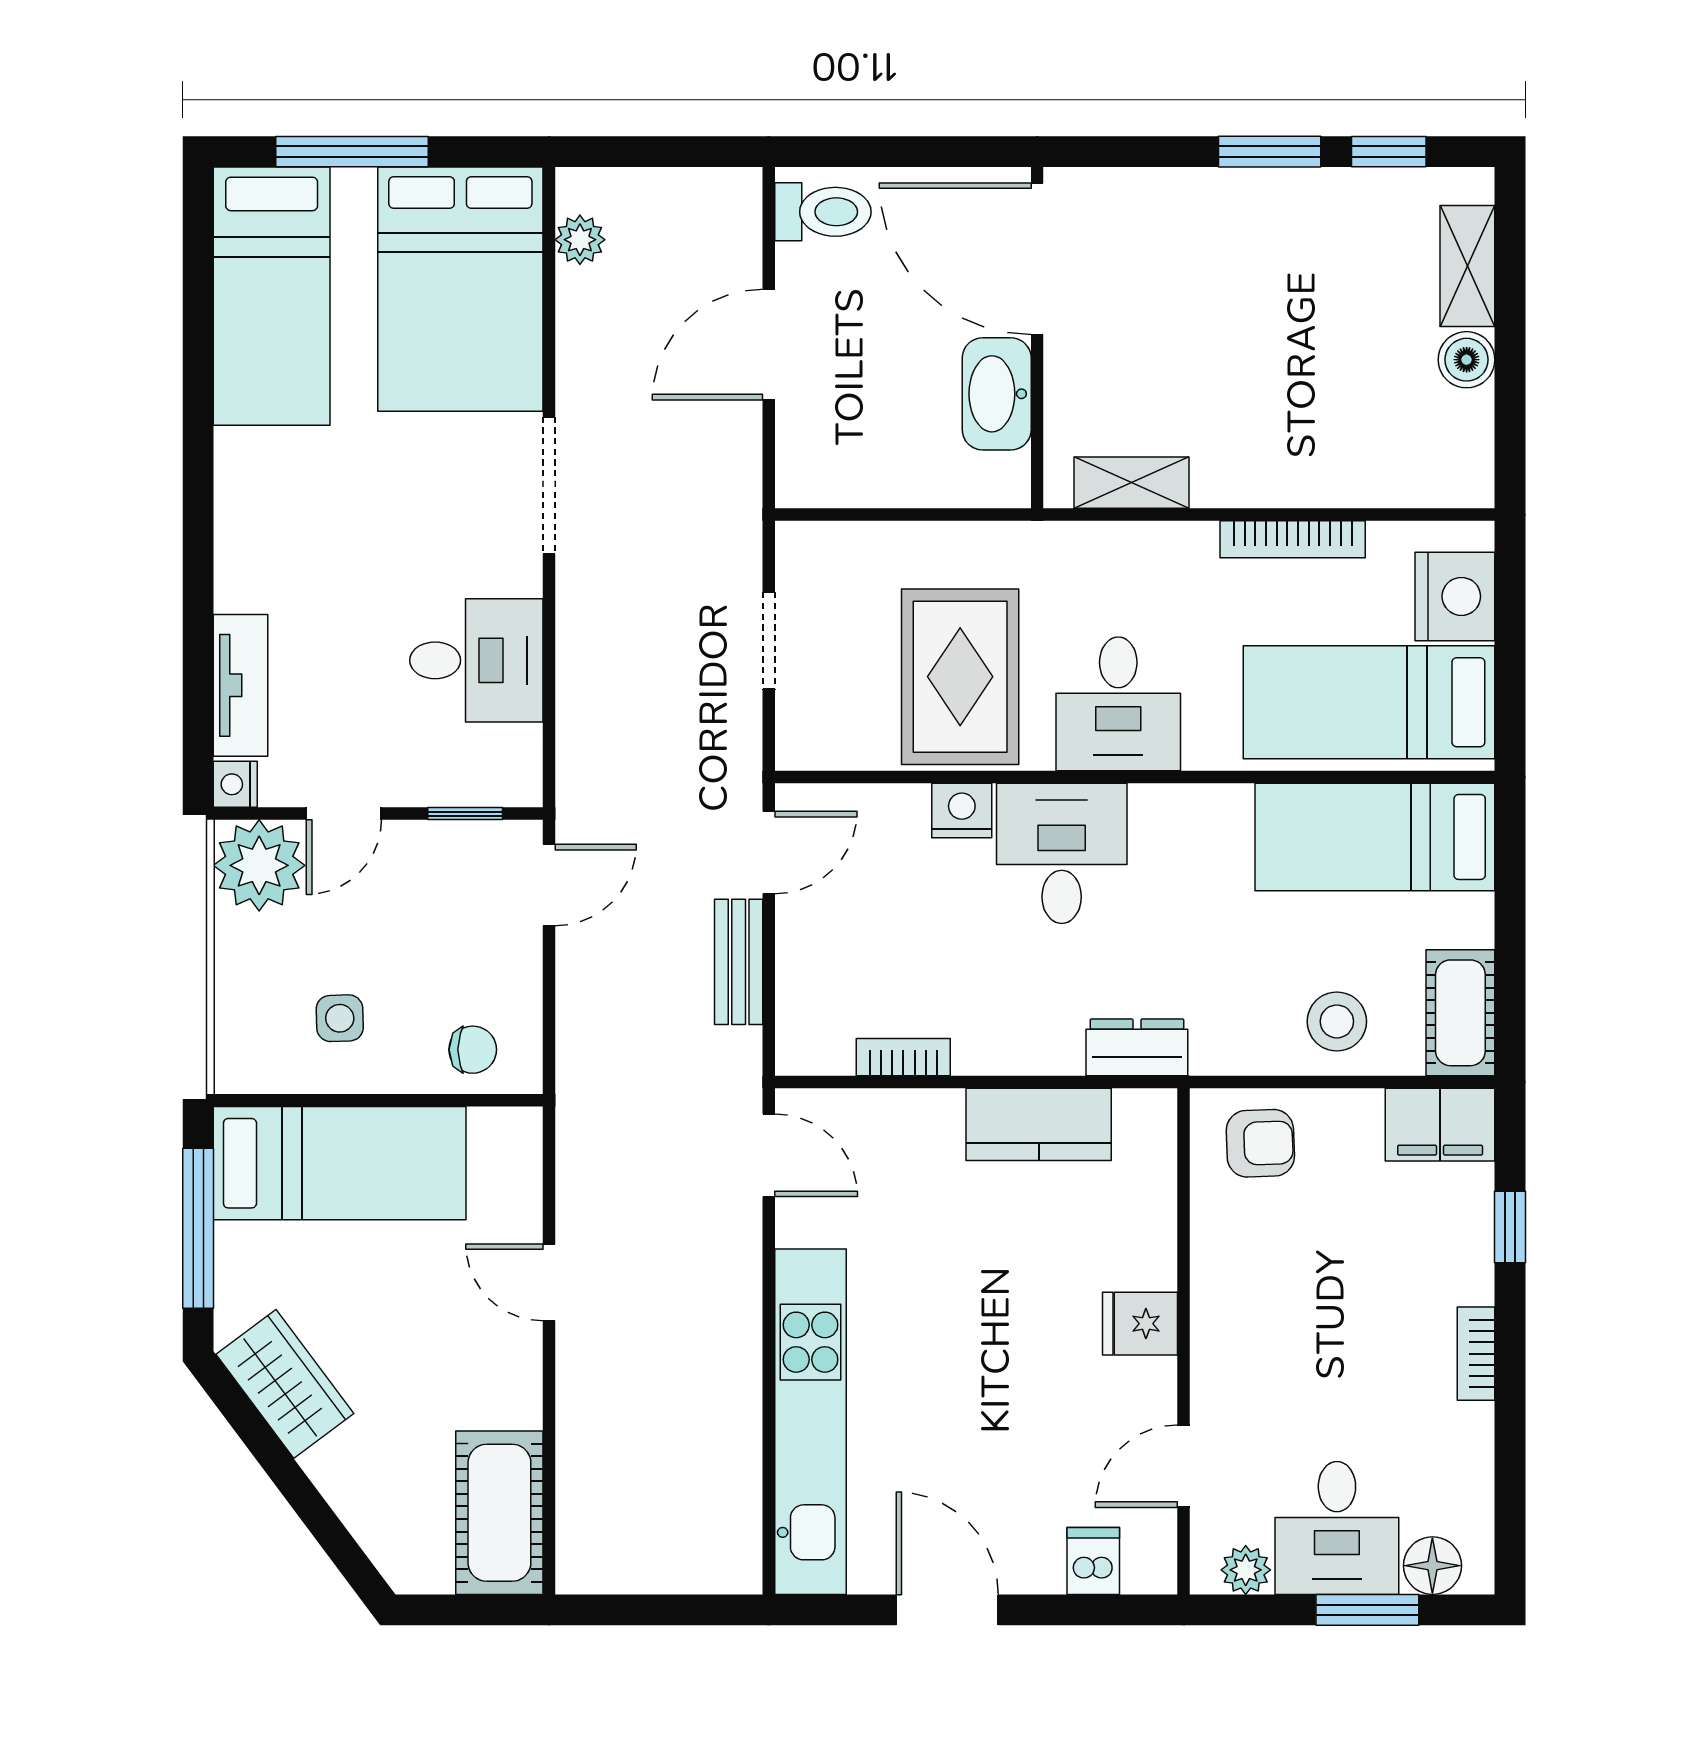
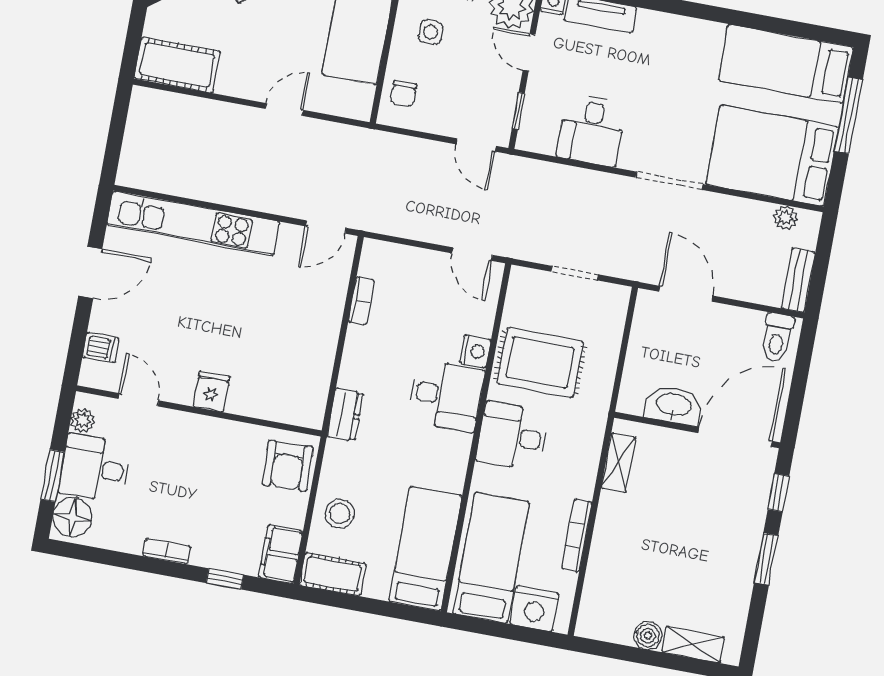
window: (1389, 152) -> (778, 493), moved
door: (769, 345) -> (686, 294), moved
bench: (739, 962) -> (798, 280), moved, turned 90
kitchen counter: (1039, 1124) -> (317, 360), removed
armchair: (1260, 1143) -> (288, 466), width x1.38, depth x1.38
floor lamp: (1432, 1566) -> (72, 517), width x1.38, depth x1.38

